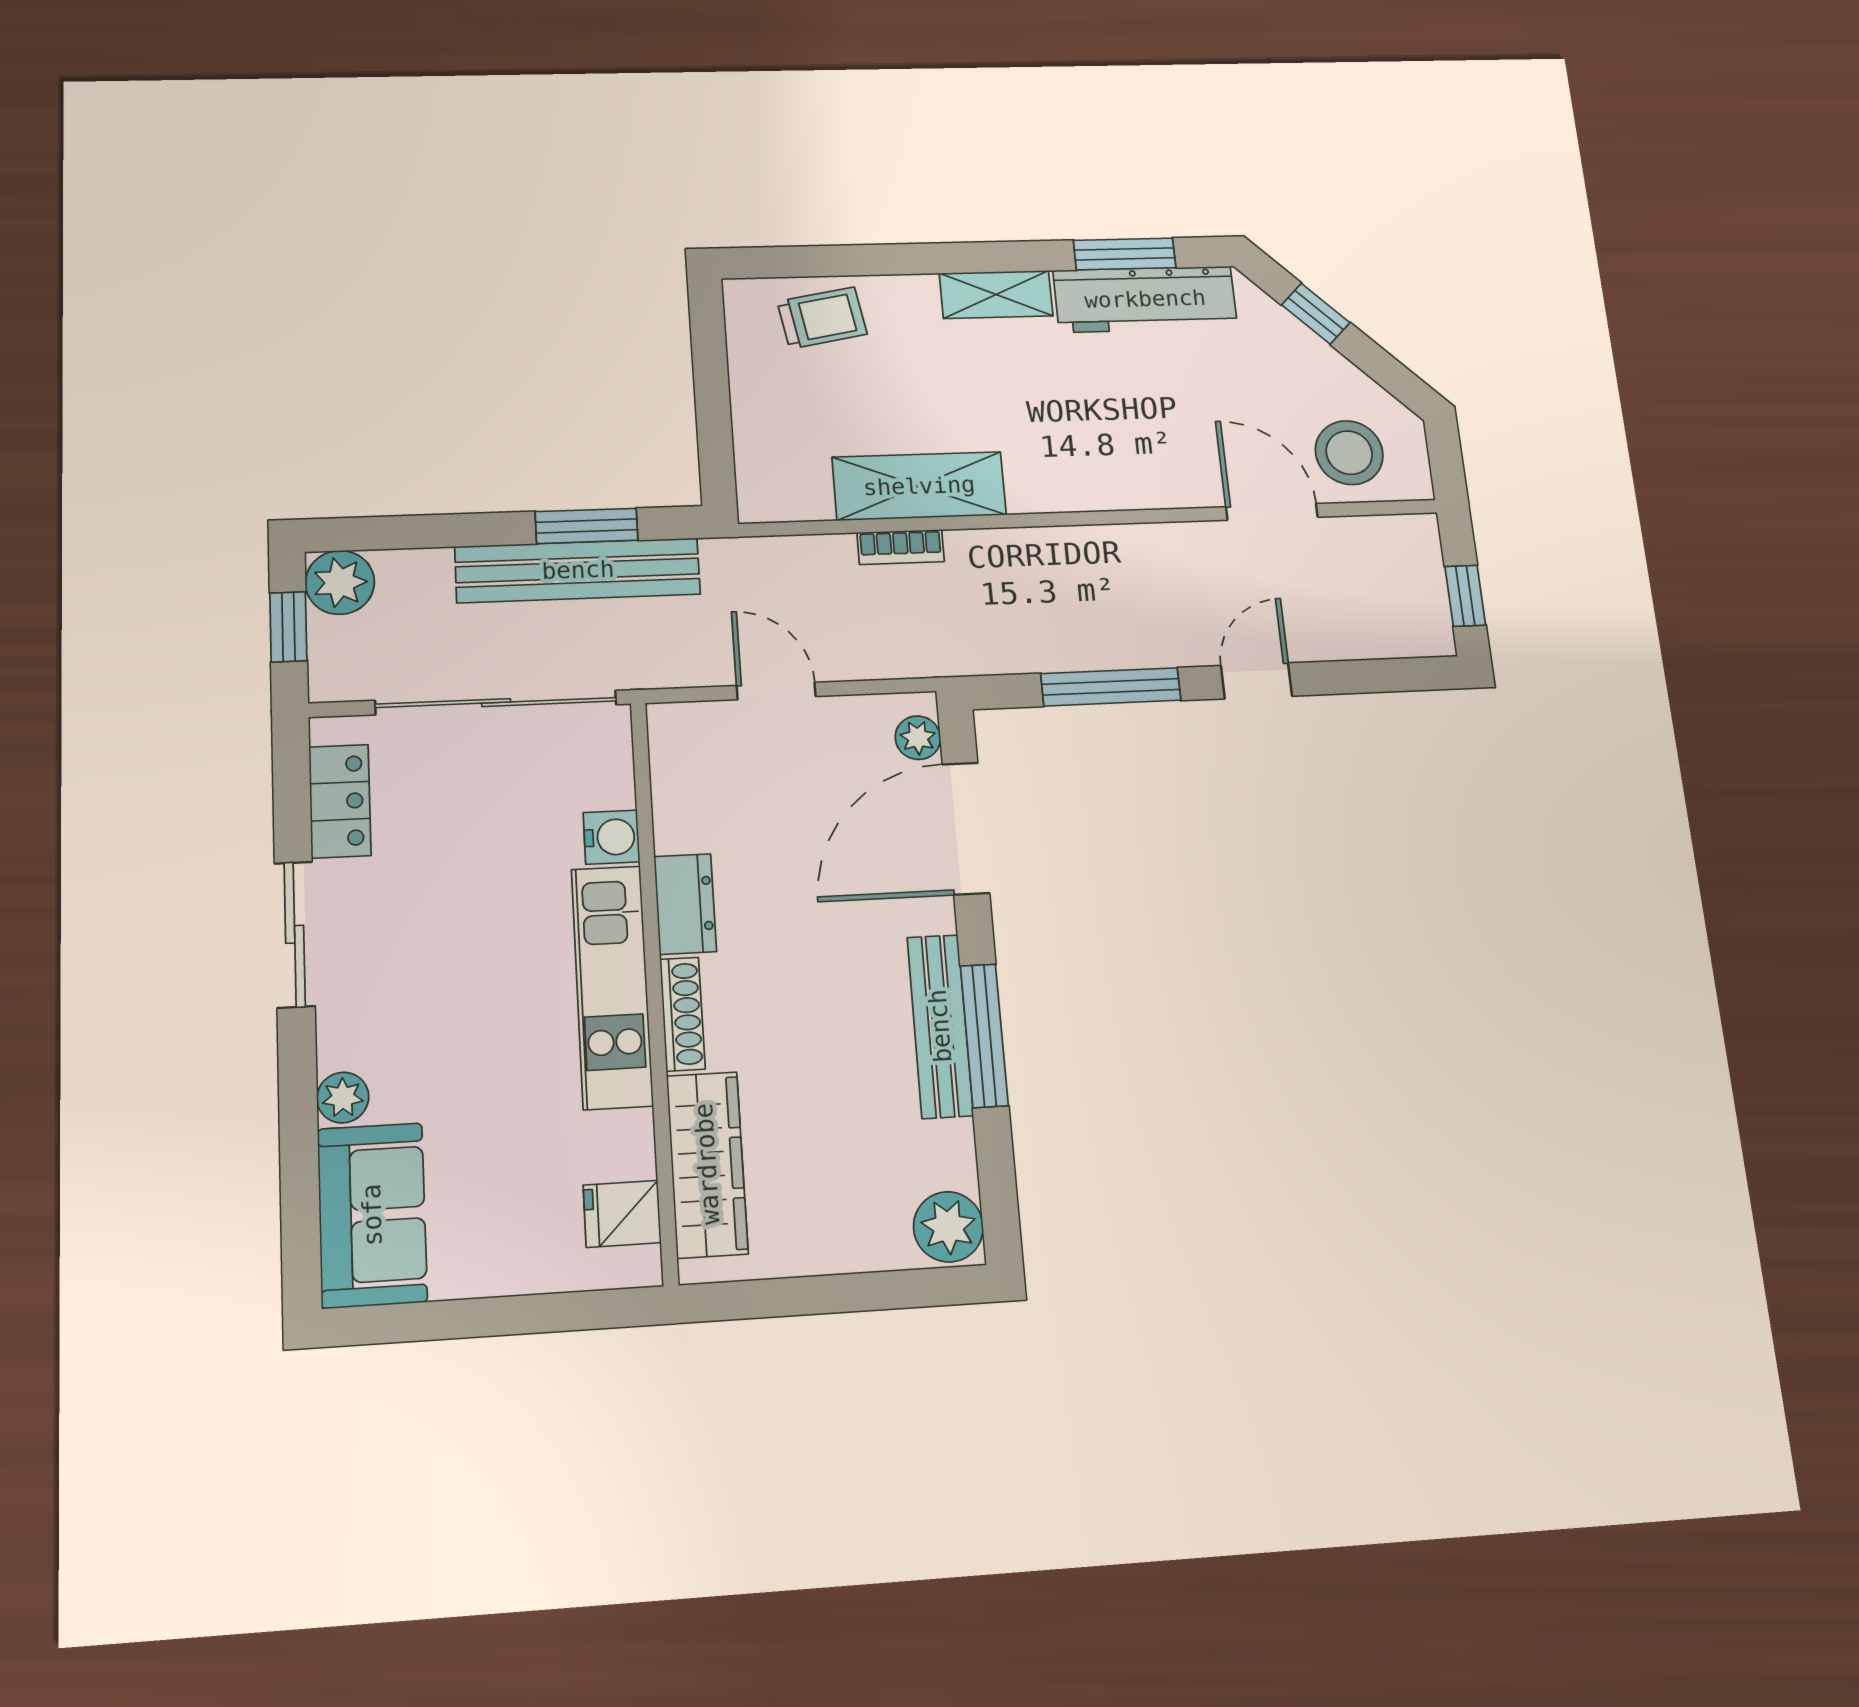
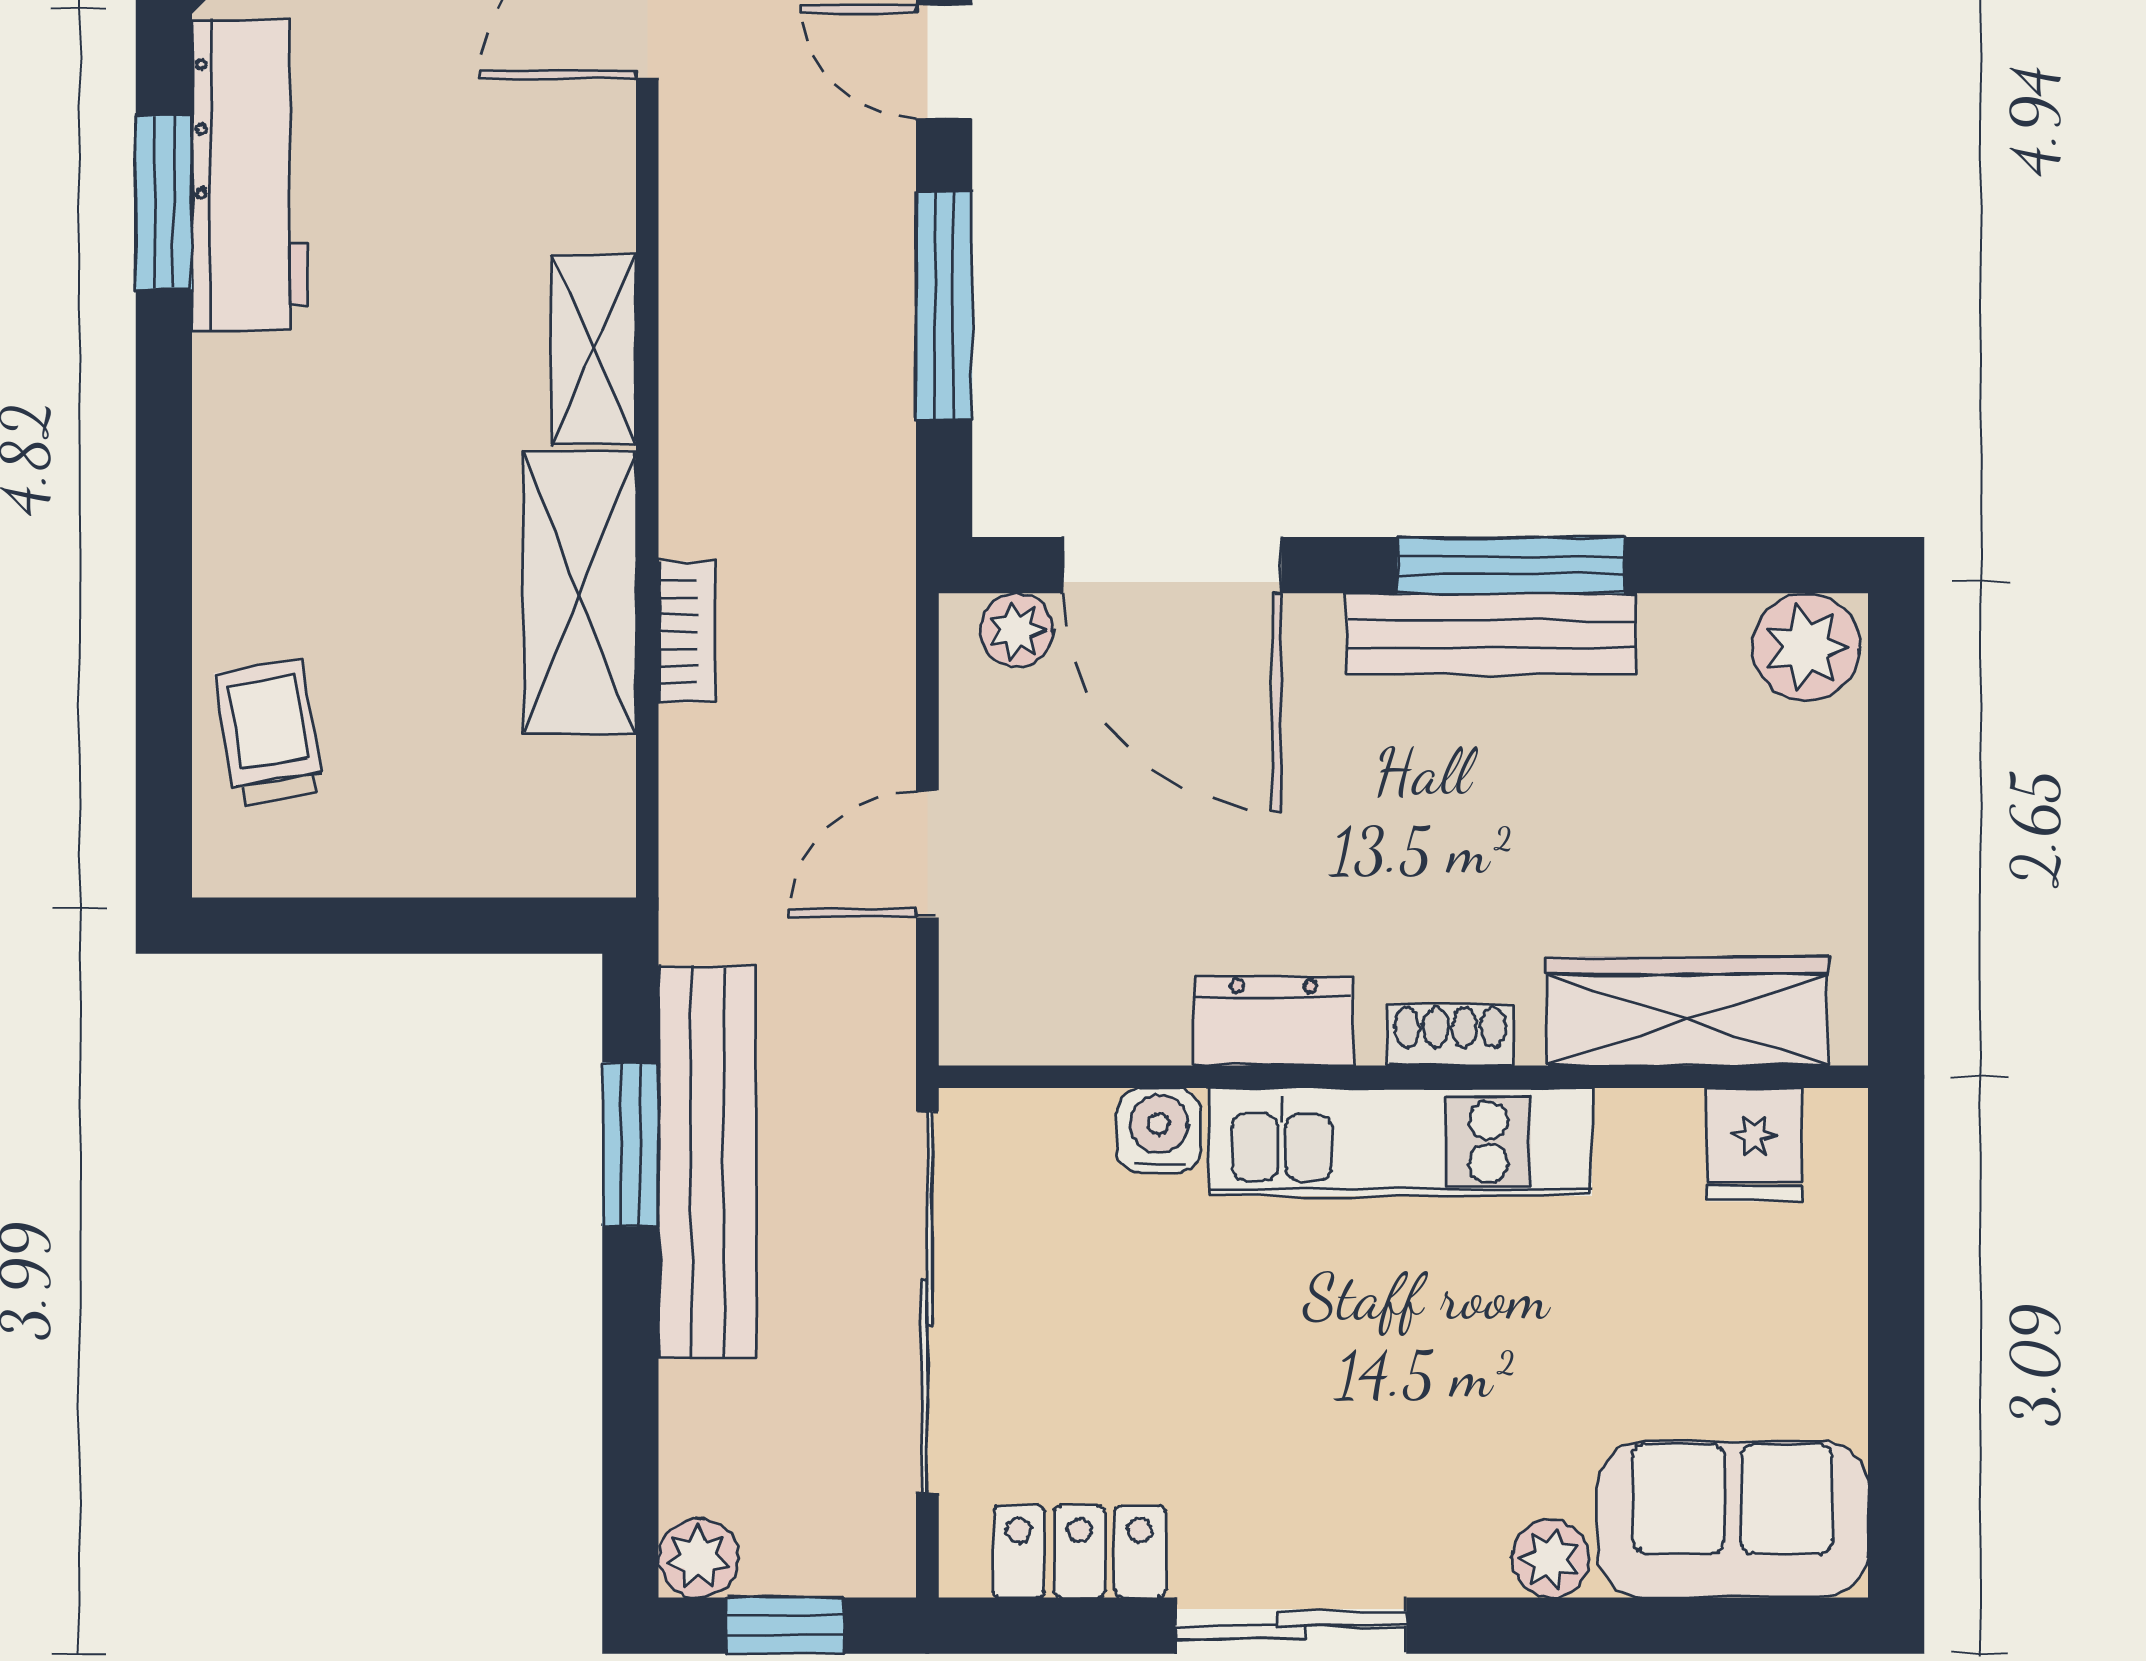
shelving: (996, 295) -> (594, 349), moved
plant: (340, 582) -> (698, 1558), width x0.73, depth x0.73
shoe rack: (682, 1014) -> (1450, 1035), width x0.70

